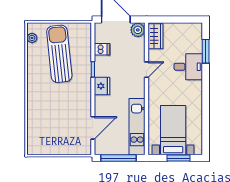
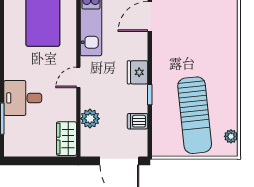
plant: (138, 30) -> (90, 119), moved
door: (147, 70) -> (78, 77), moved

